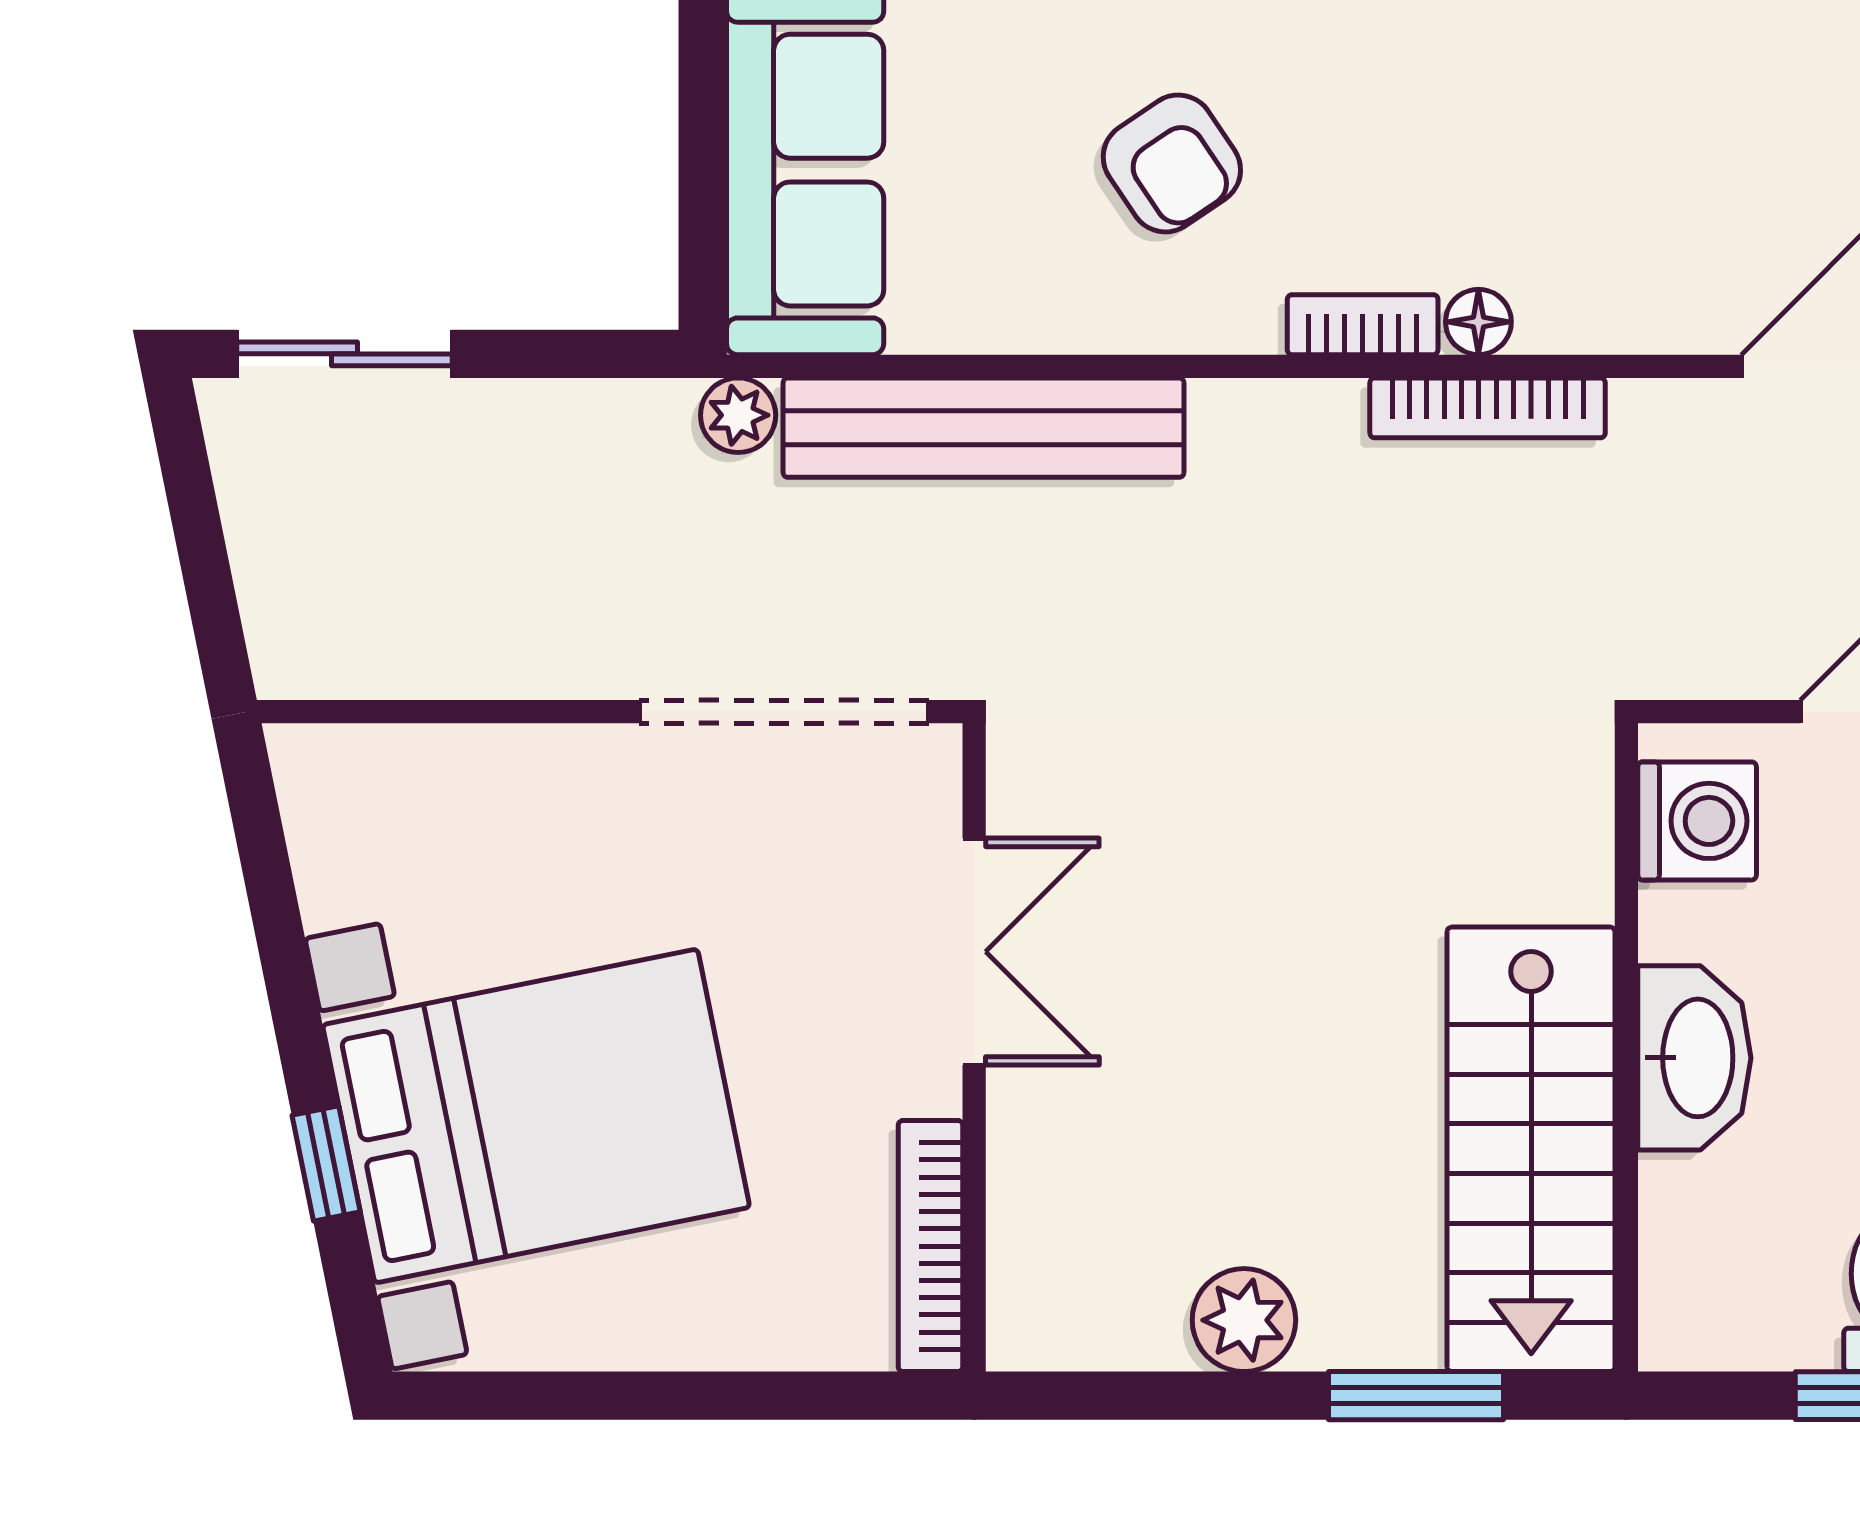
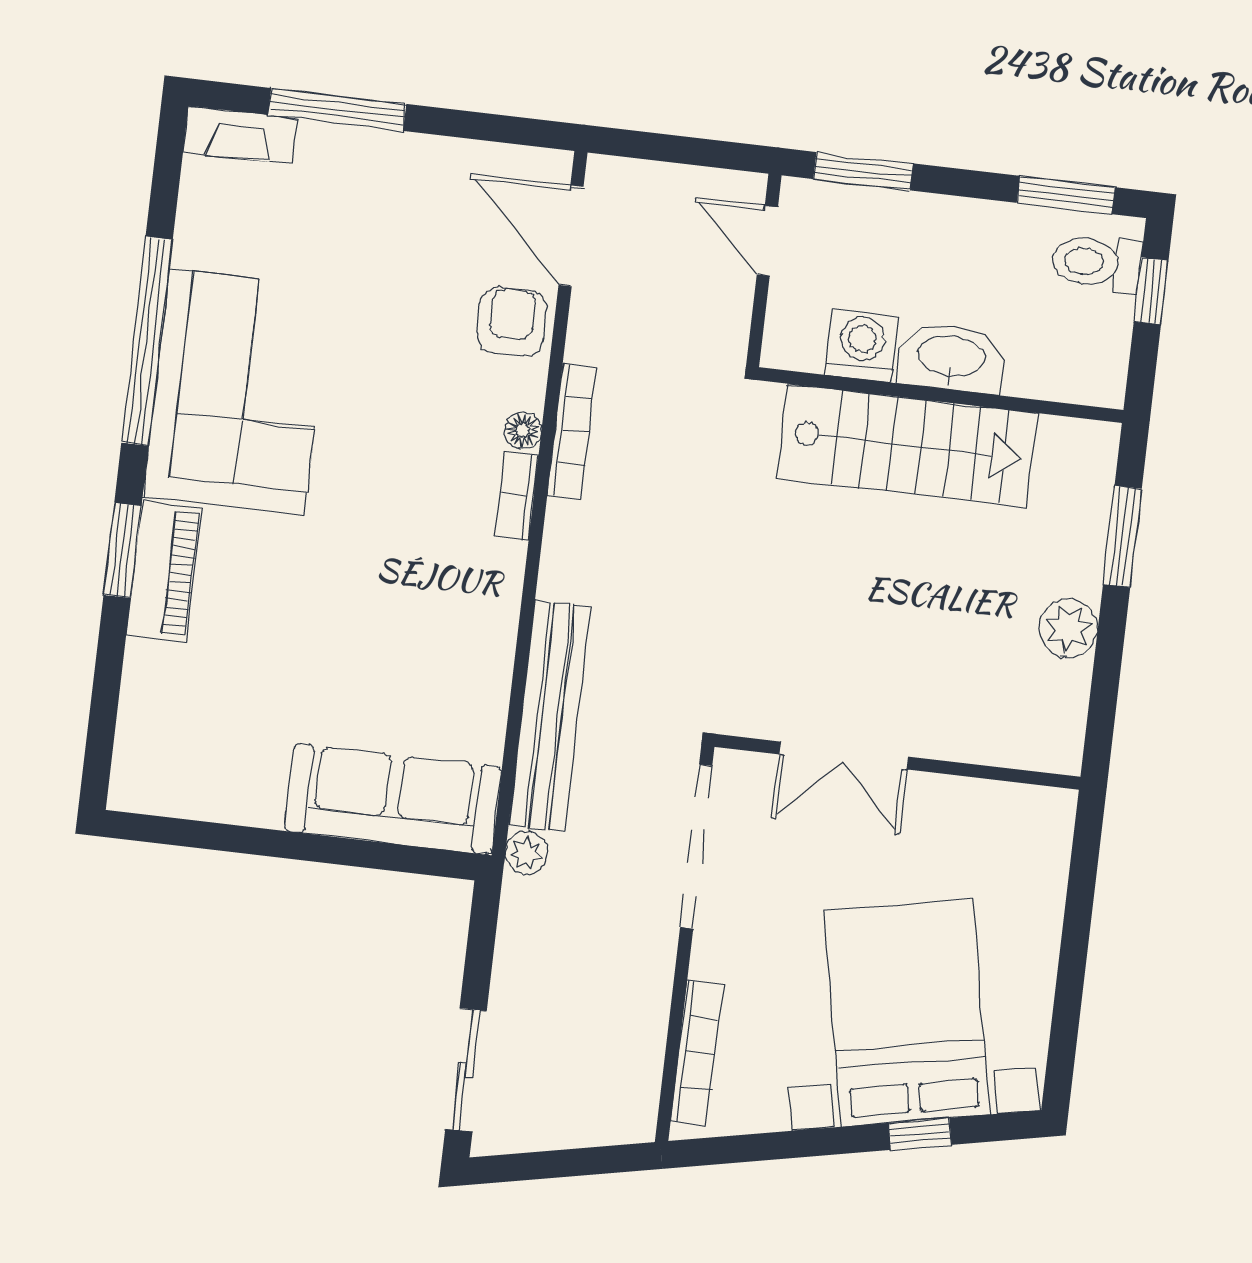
armchair: (1172, 163) -> (512, 322), moved, turned -56
washing machine: (1697, 821) -> (862, 346), moved
double door: (974, 952) -> (844, 756), swing flipped
stairs: (1531, 1149) -> (907, 446), moved
bookcase: (930, 1246) -> (697, 1053), moved, turned -90

